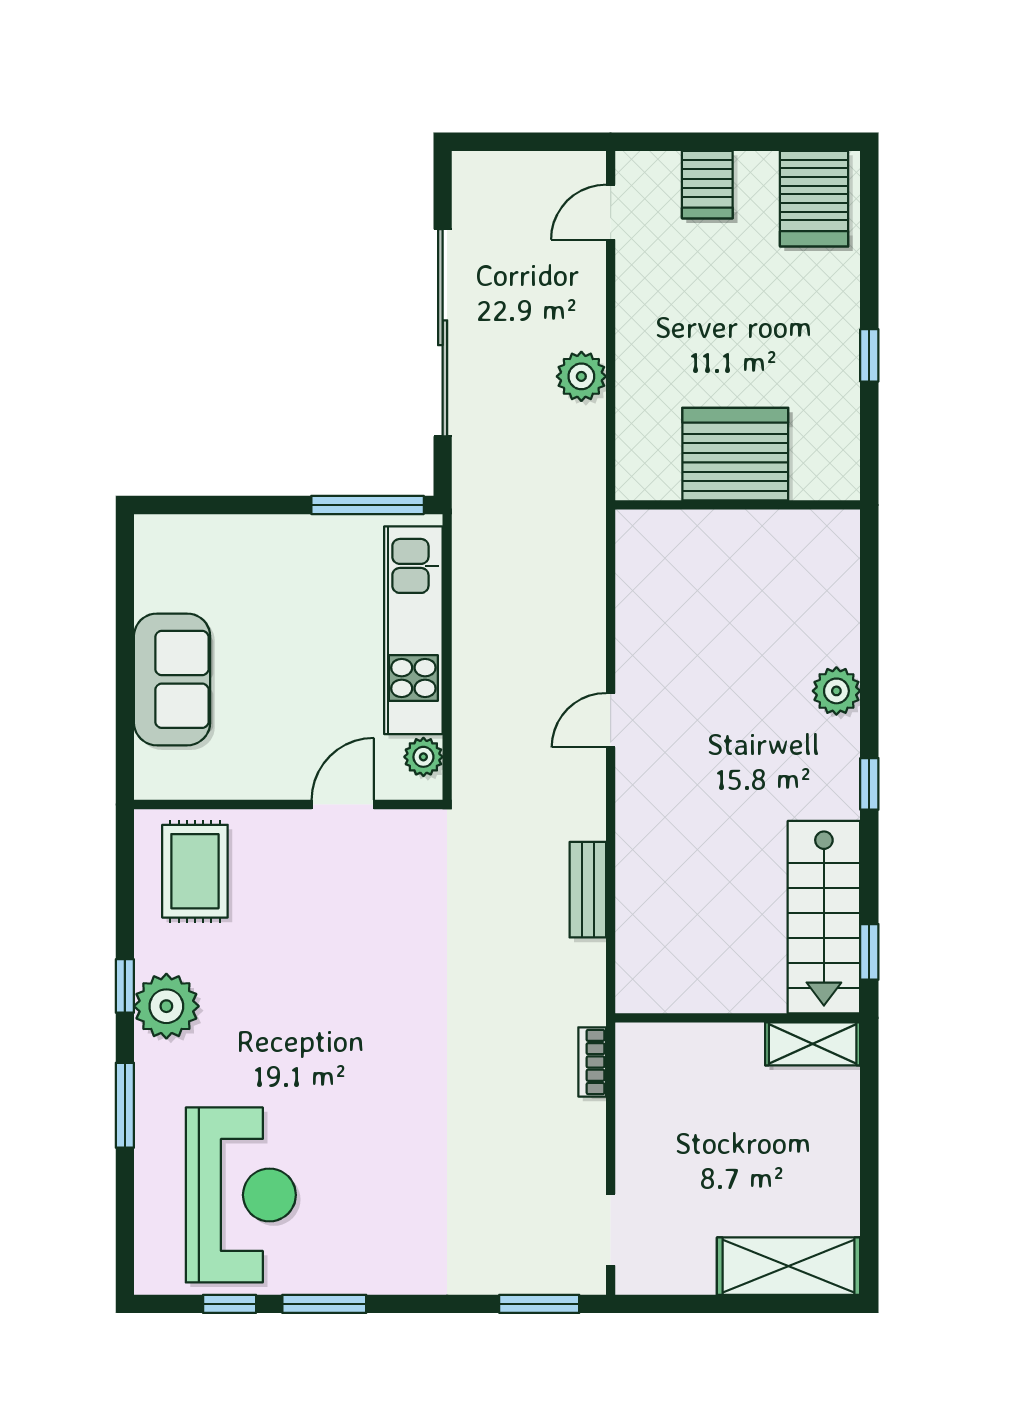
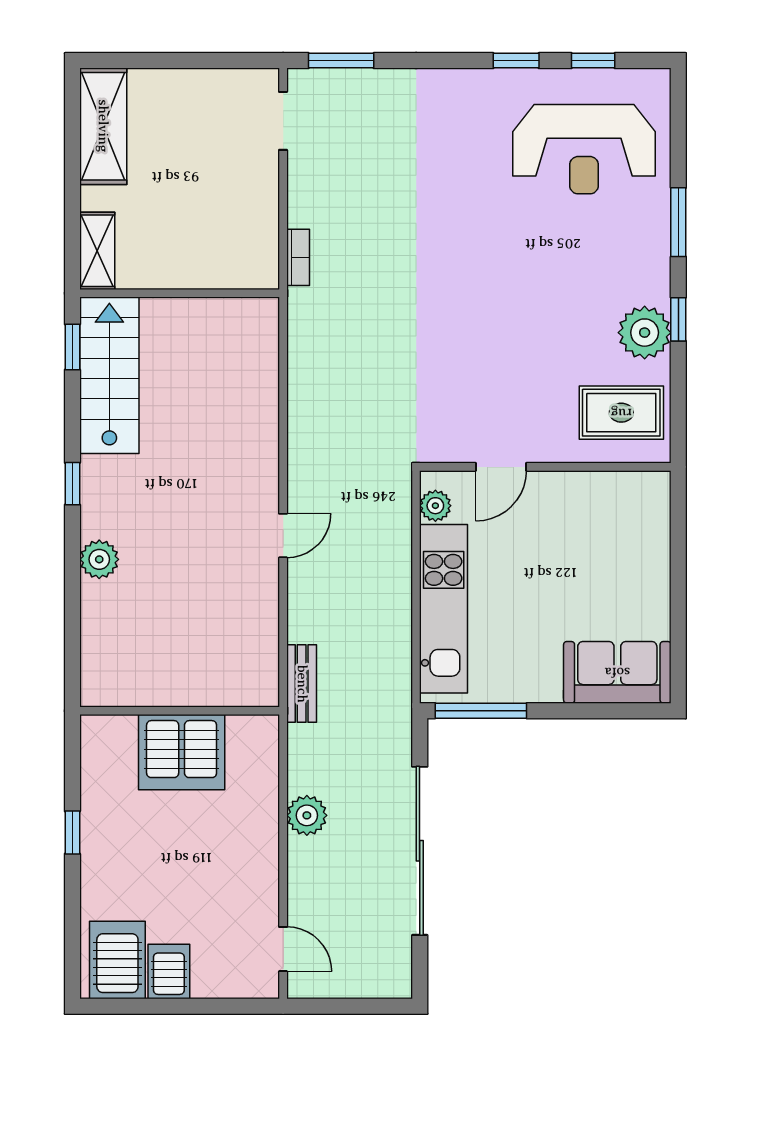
server rack: (707, 185) -> (169, 971), moved
door: (611, 212) -> (283, 949), hinge flipped
sofa: (172, 679) -> (617, 672), moved, turned 90
rug: (195, 871) -> (621, 413), turned 90
bench: (588, 890) -> (302, 684), moved
plant: (166, 1006) -> (645, 333), moved
shelving: (813, 1044) -> (97, 251), moved, turned 90
reception desk: (241, 1195) -> (584, 149), turned -90
shelving: (789, 1266) -> (103, 126), moved, turned 90
window: (324, 1304) -> (516, 61), width x0.67

